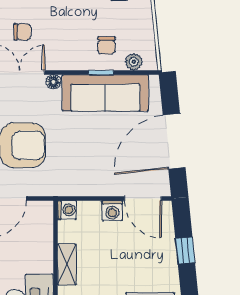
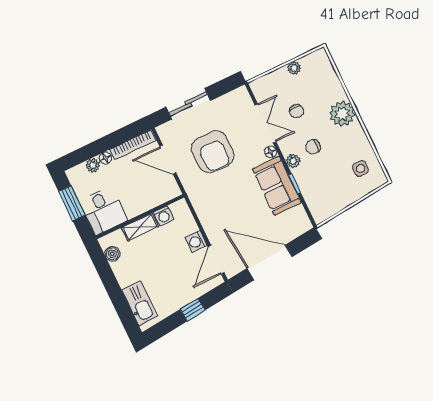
chair: (107, 45) -> (313, 147), moved
plant: (134, 62) -> (293, 161), moved
sofa: (105, 93) -> (277, 186), width x0.73
washing machine: (67, 210) -> (164, 216), moved

